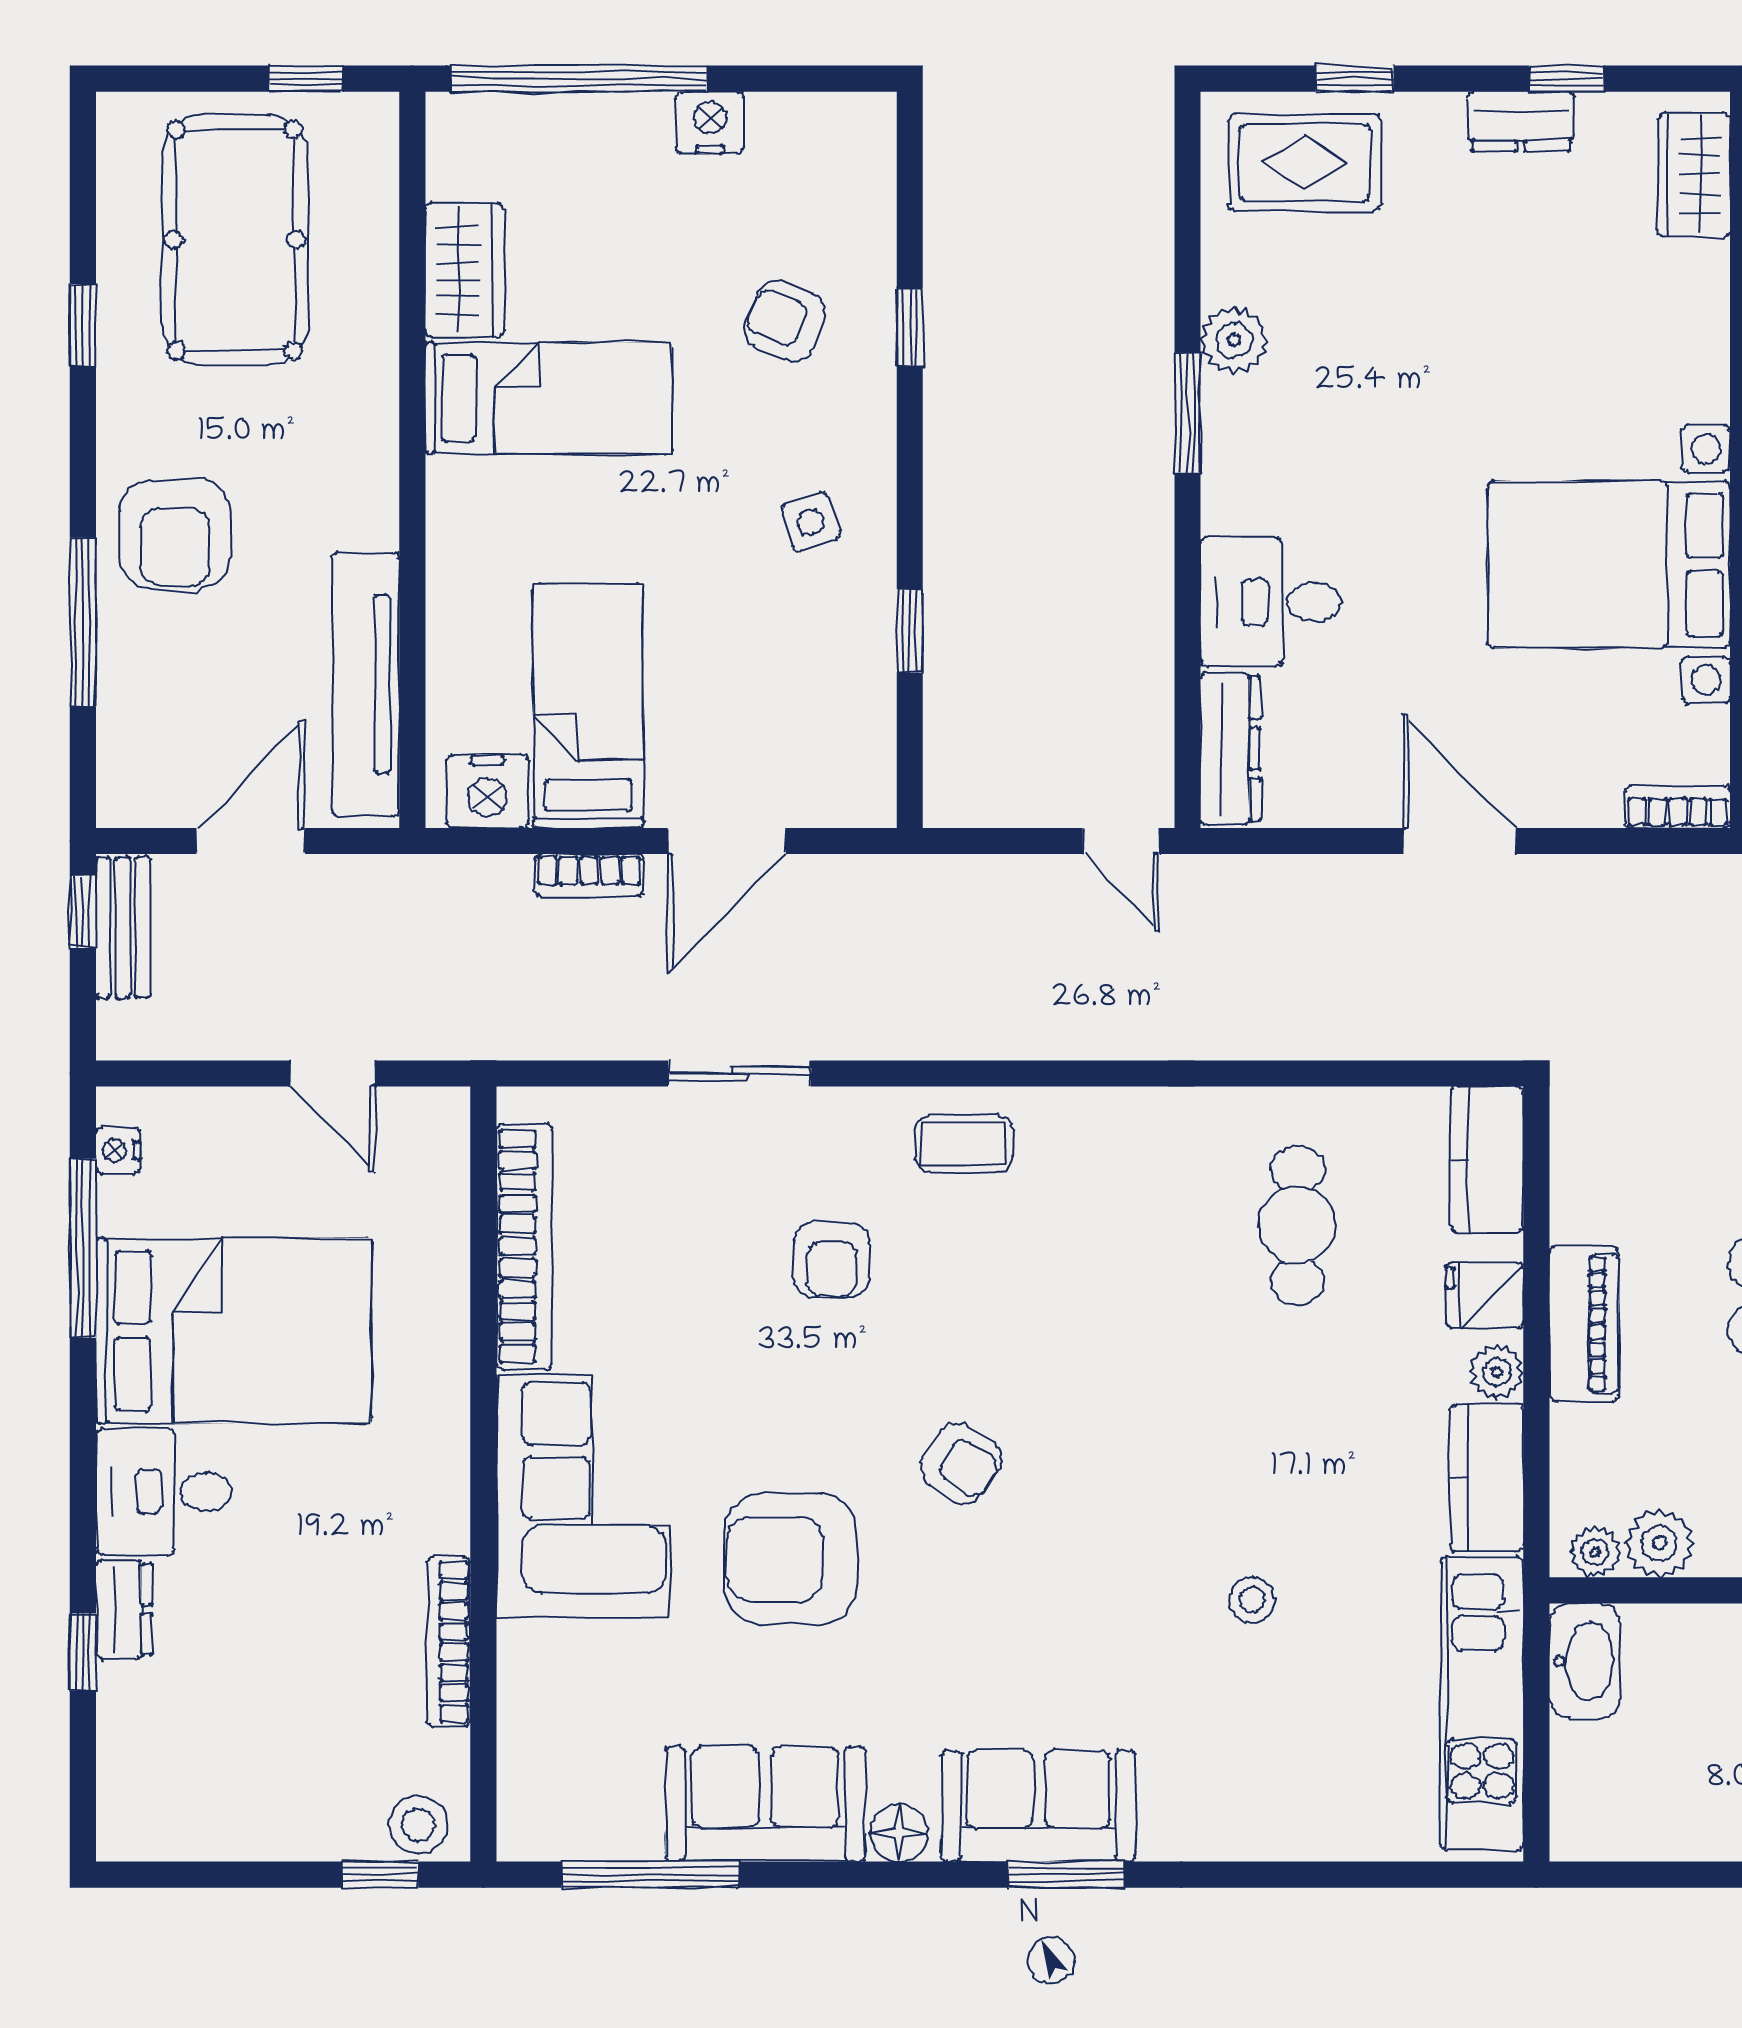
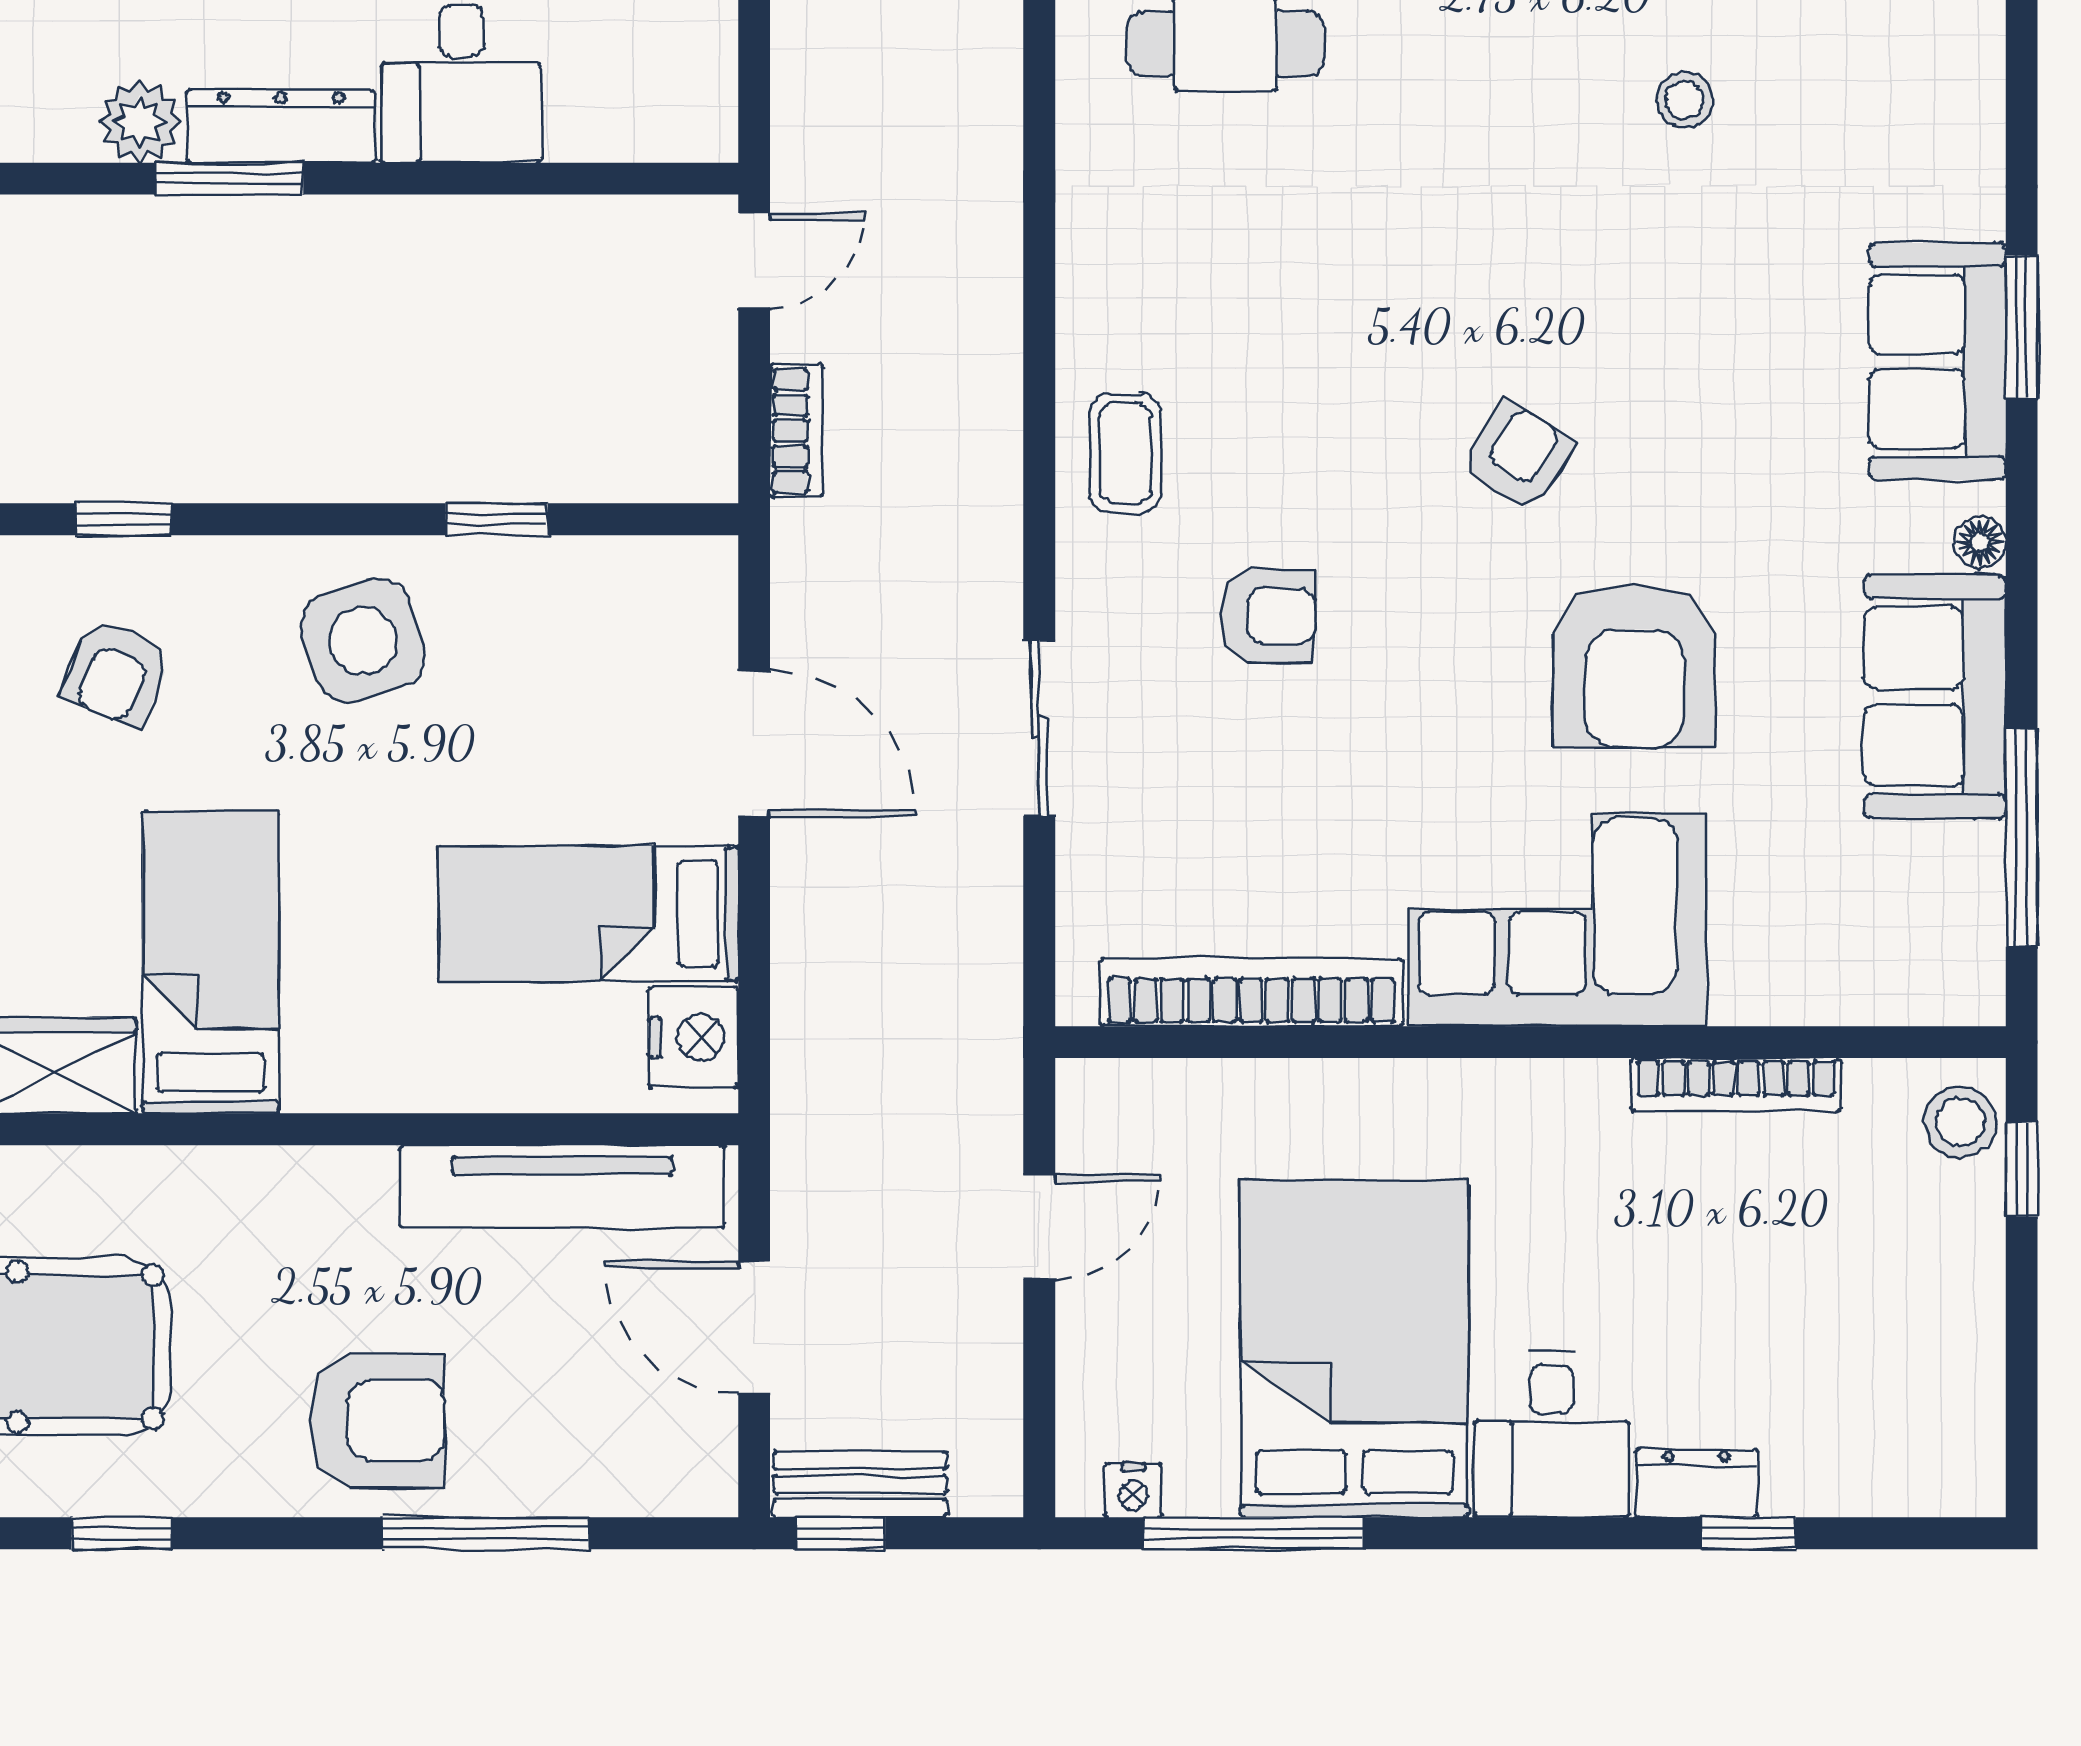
side table: (811, 522) -> (363, 641), width x1.87, depth x1.87
dresser: (1230, 749) -> (281, 126), moved
bookcase: (589, 876) -> (797, 431), moved
floor lamp: (899, 1833) -> (1980, 542), width x0.73, depth x0.73

